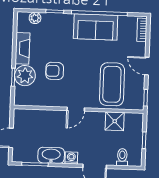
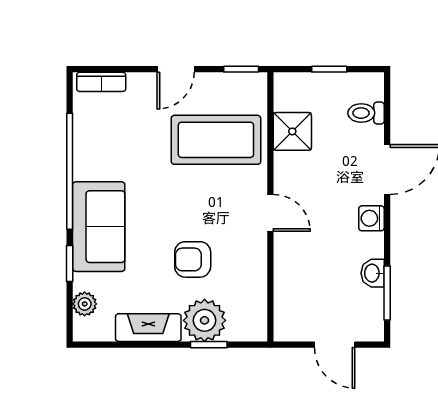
sofa: (96, 27) -> (99, 227), moved
armchair: (55, 71) -> (193, 259), turned 90
washbasin: (51, 155) -> (373, 273), width x0.52, depth x0.69

